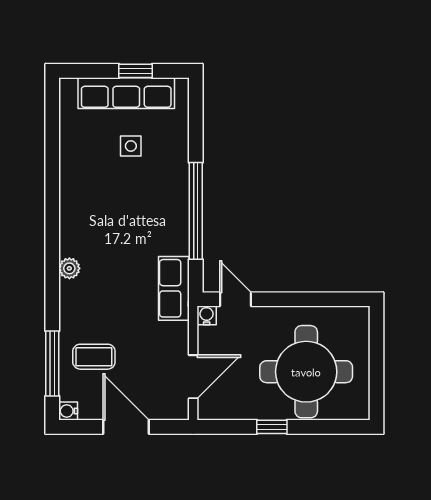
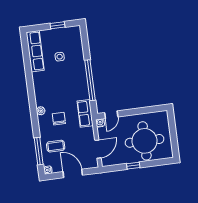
row of seats: (126, 93) -> (35, 51), moved, turned -90
chair: (110, 293) -> (59, 119), added
door: (235, 299) -> (111, 115), swing flipped

